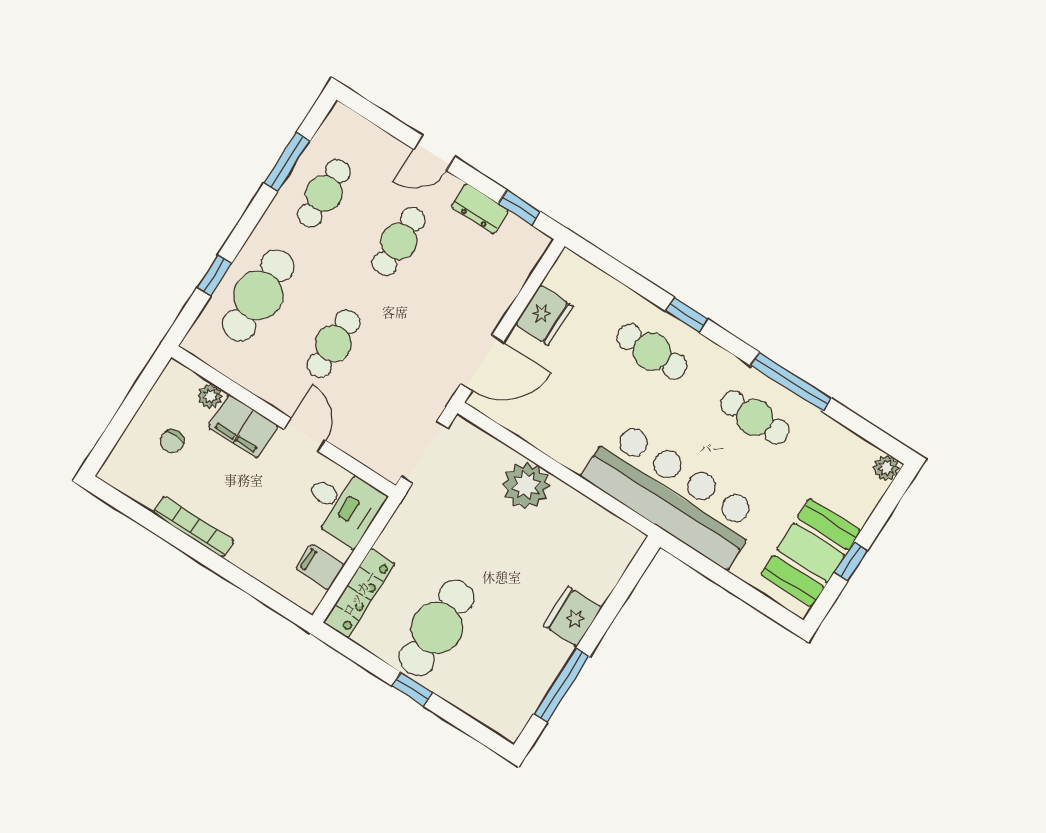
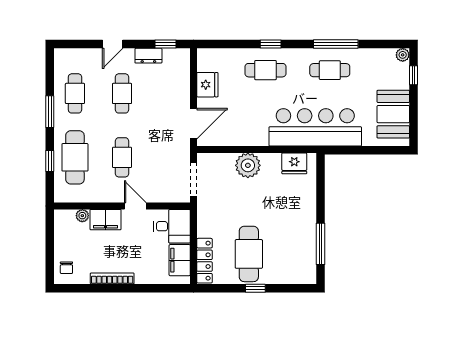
window: (287, 162) -> (50, 112), moved
chair: (172, 441) -> (66, 268), moved
window: (851, 561) -> (414, 75), moved
filing cabinet: (320, 567) -> (180, 260), width x2.00
fridge: (572, 617) -> (294, 163), moved, turned -90

